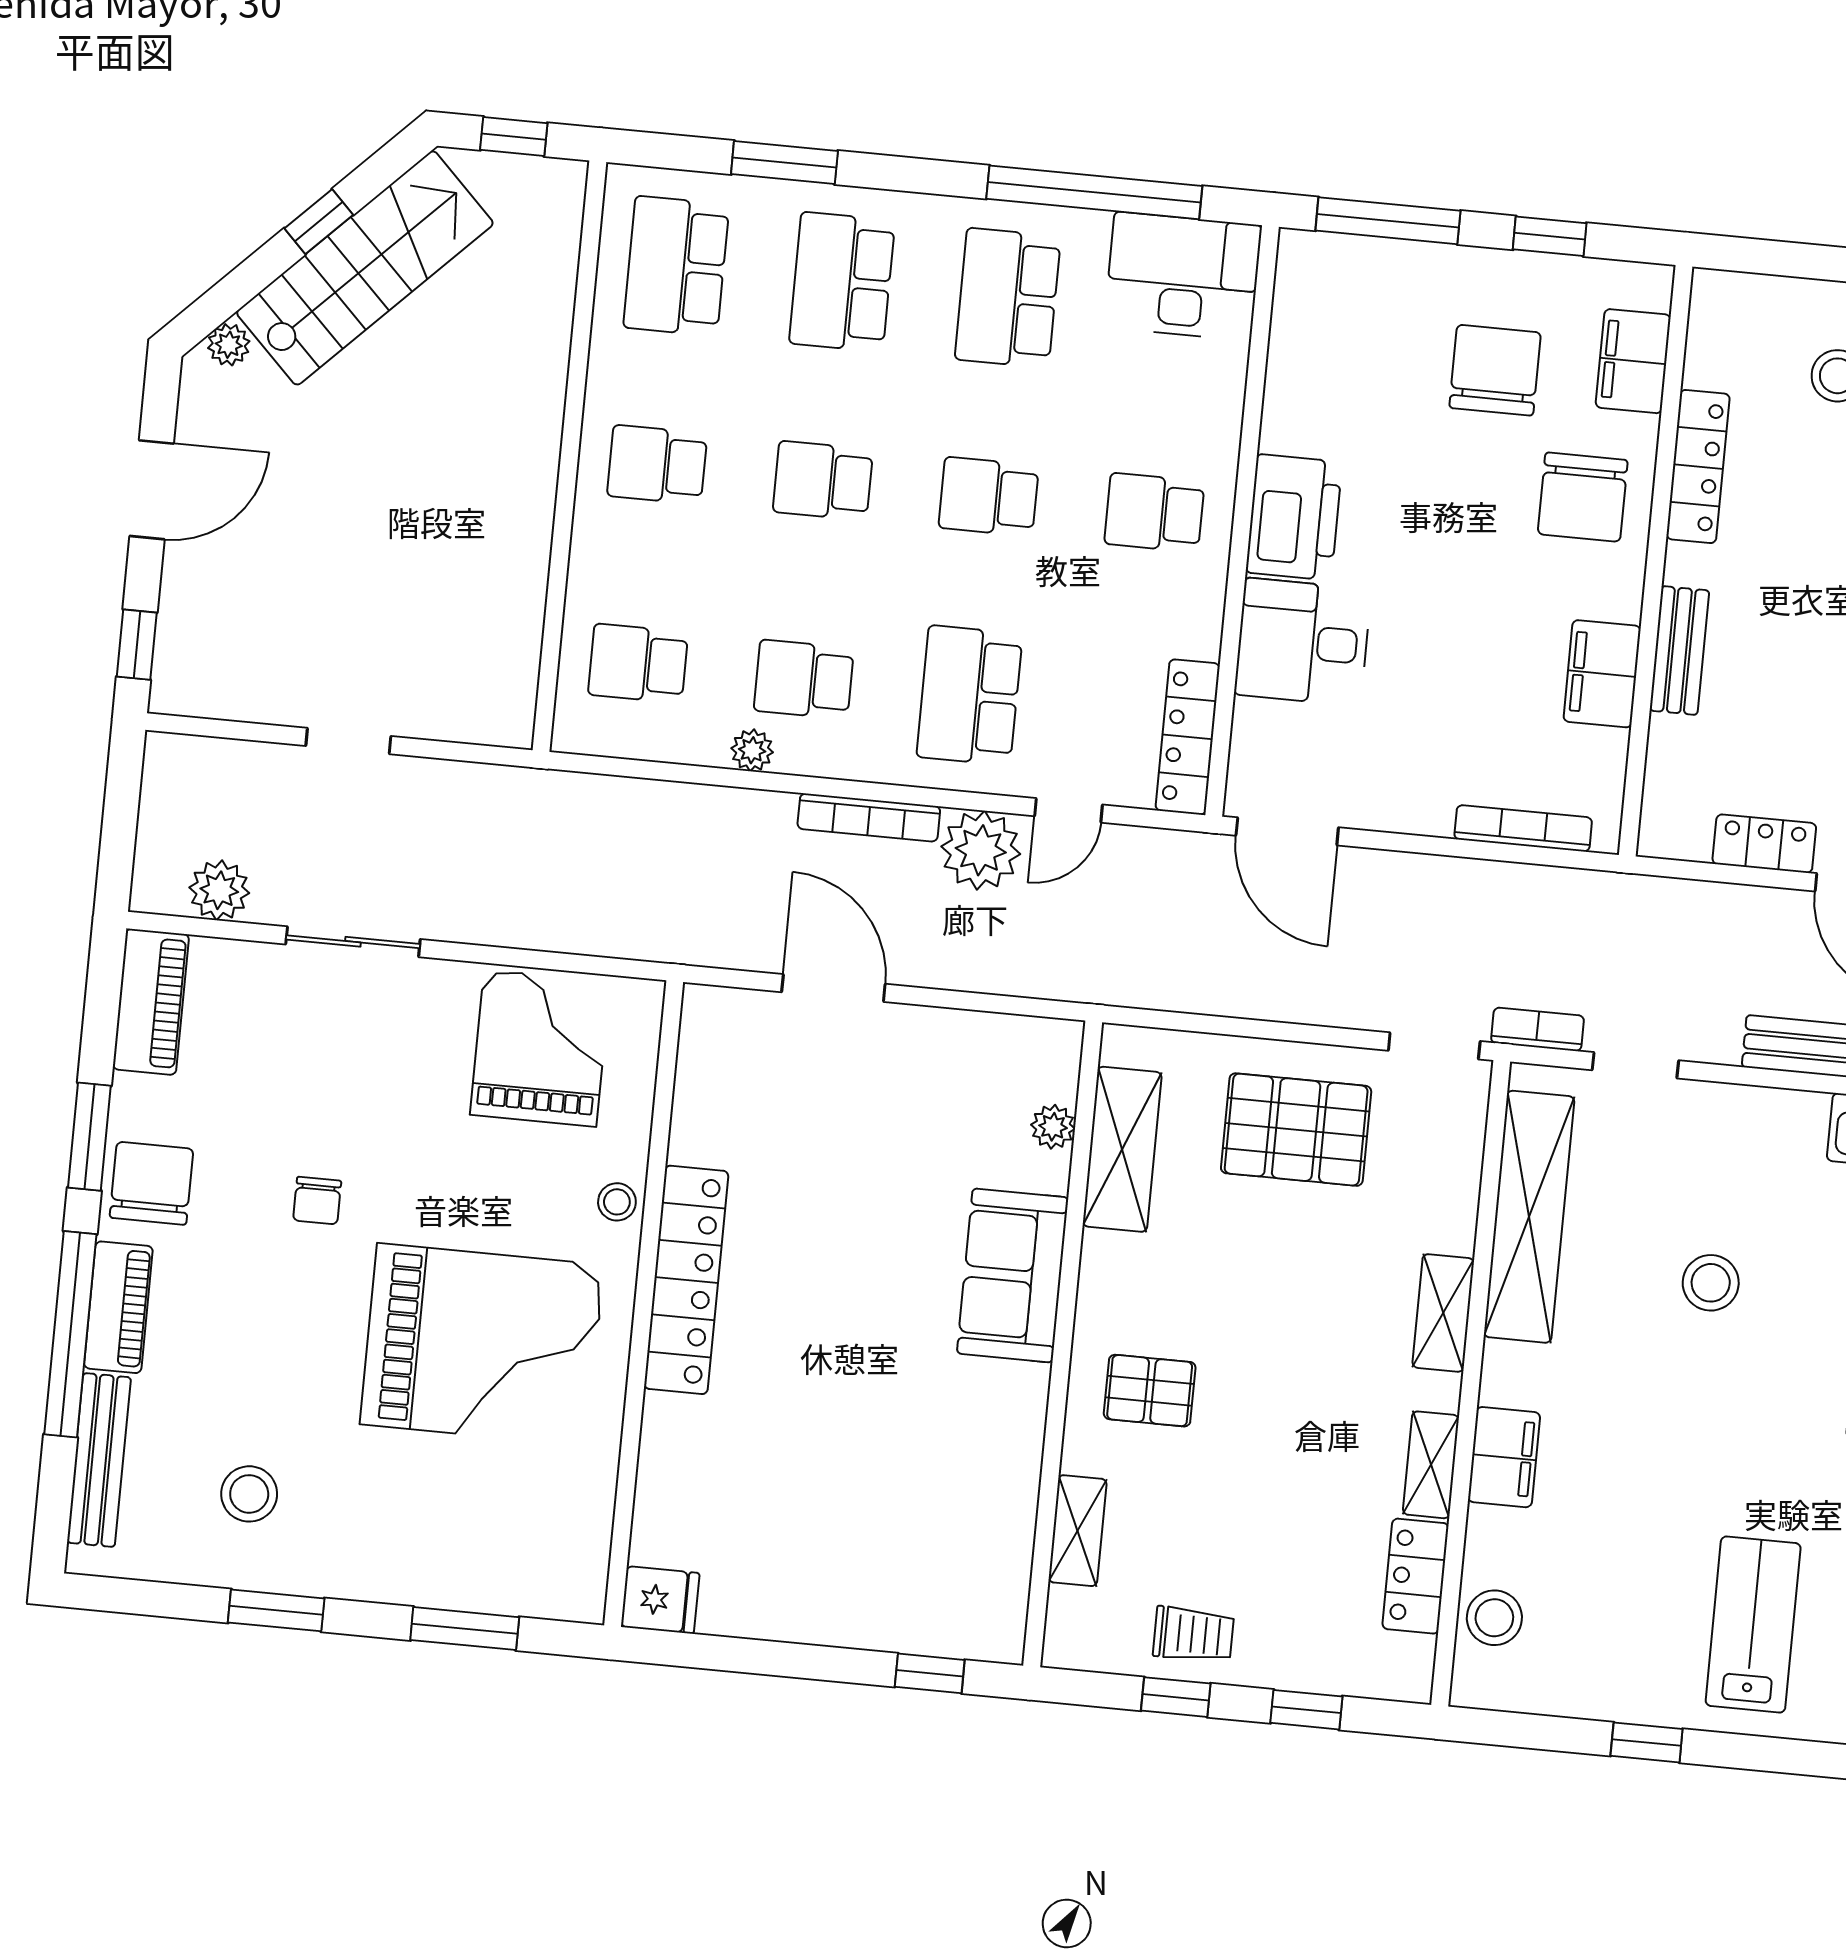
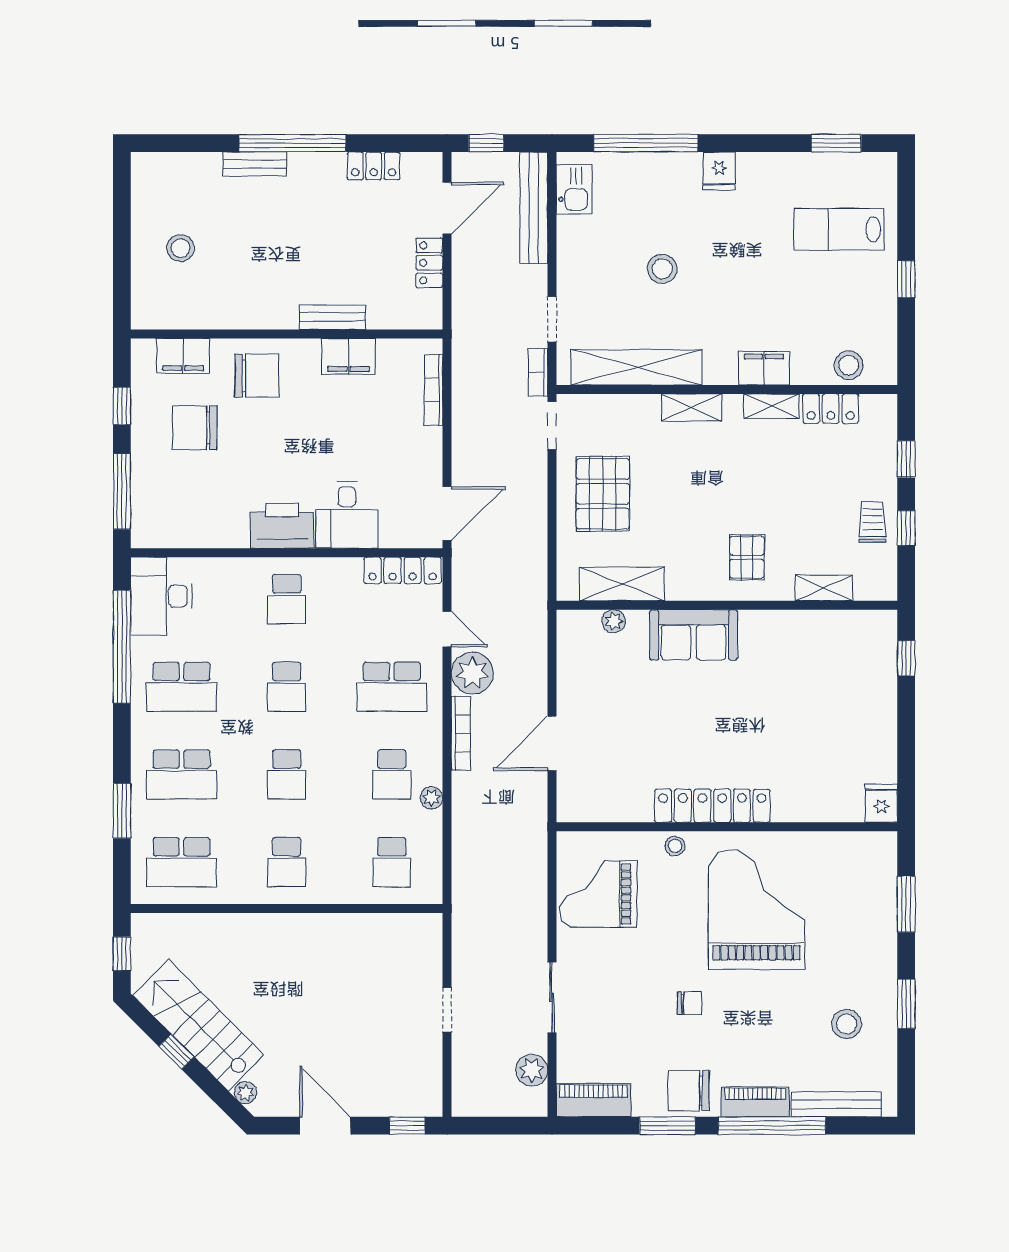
locker: (1698, 467) -> (235, 317), removed

